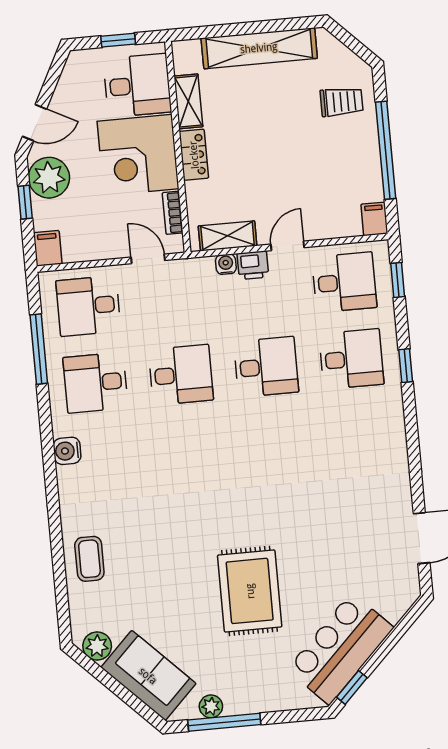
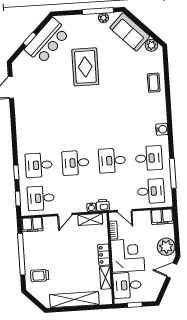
window: (25, 202) -> (177, 236), removed
filing cabinet: (374, 219) -> (32, 225), width x2.00
filing cabinet: (48, 248) -> (162, 217), width x2.00
printer: (253, 265) -> (103, 205), moved
window: (406, 366) -> (16, 172), moved
window: (352, 687) -> (30, 39), moved

